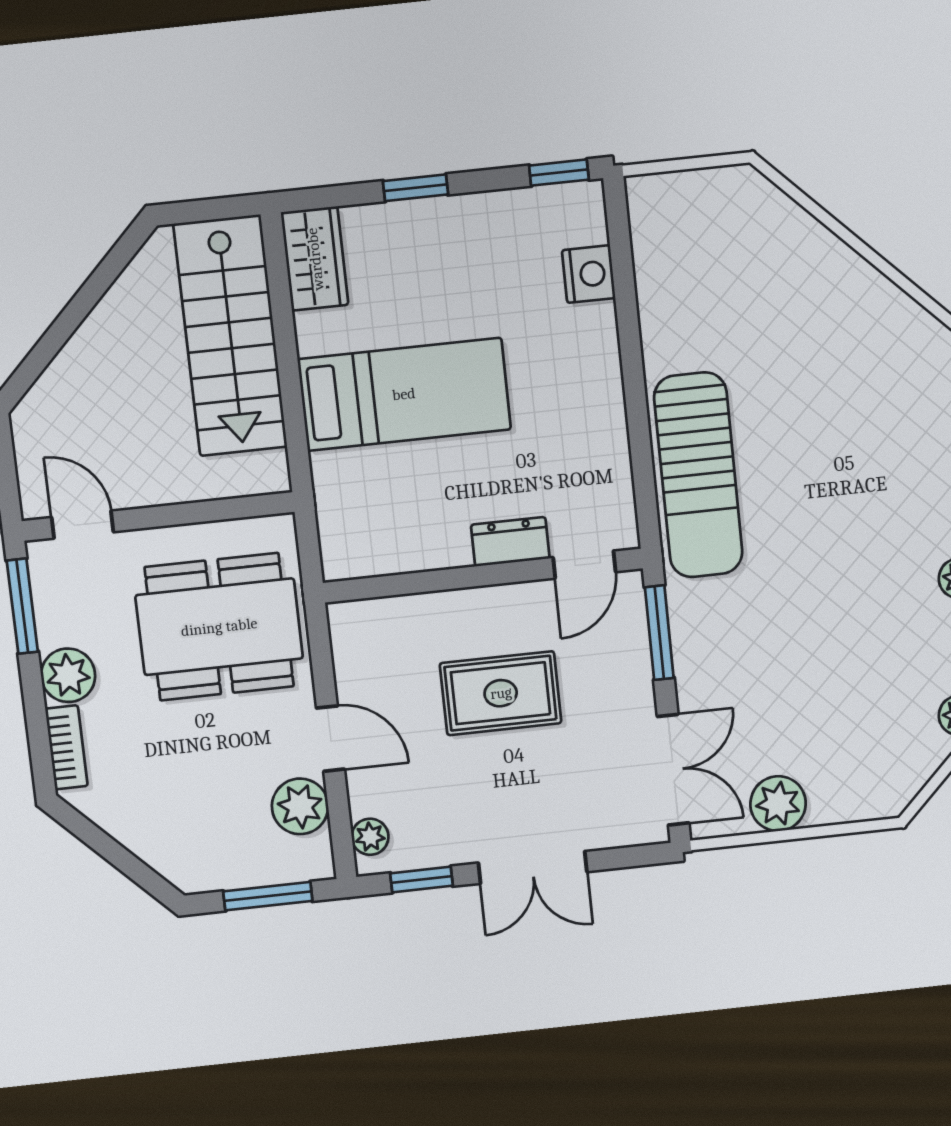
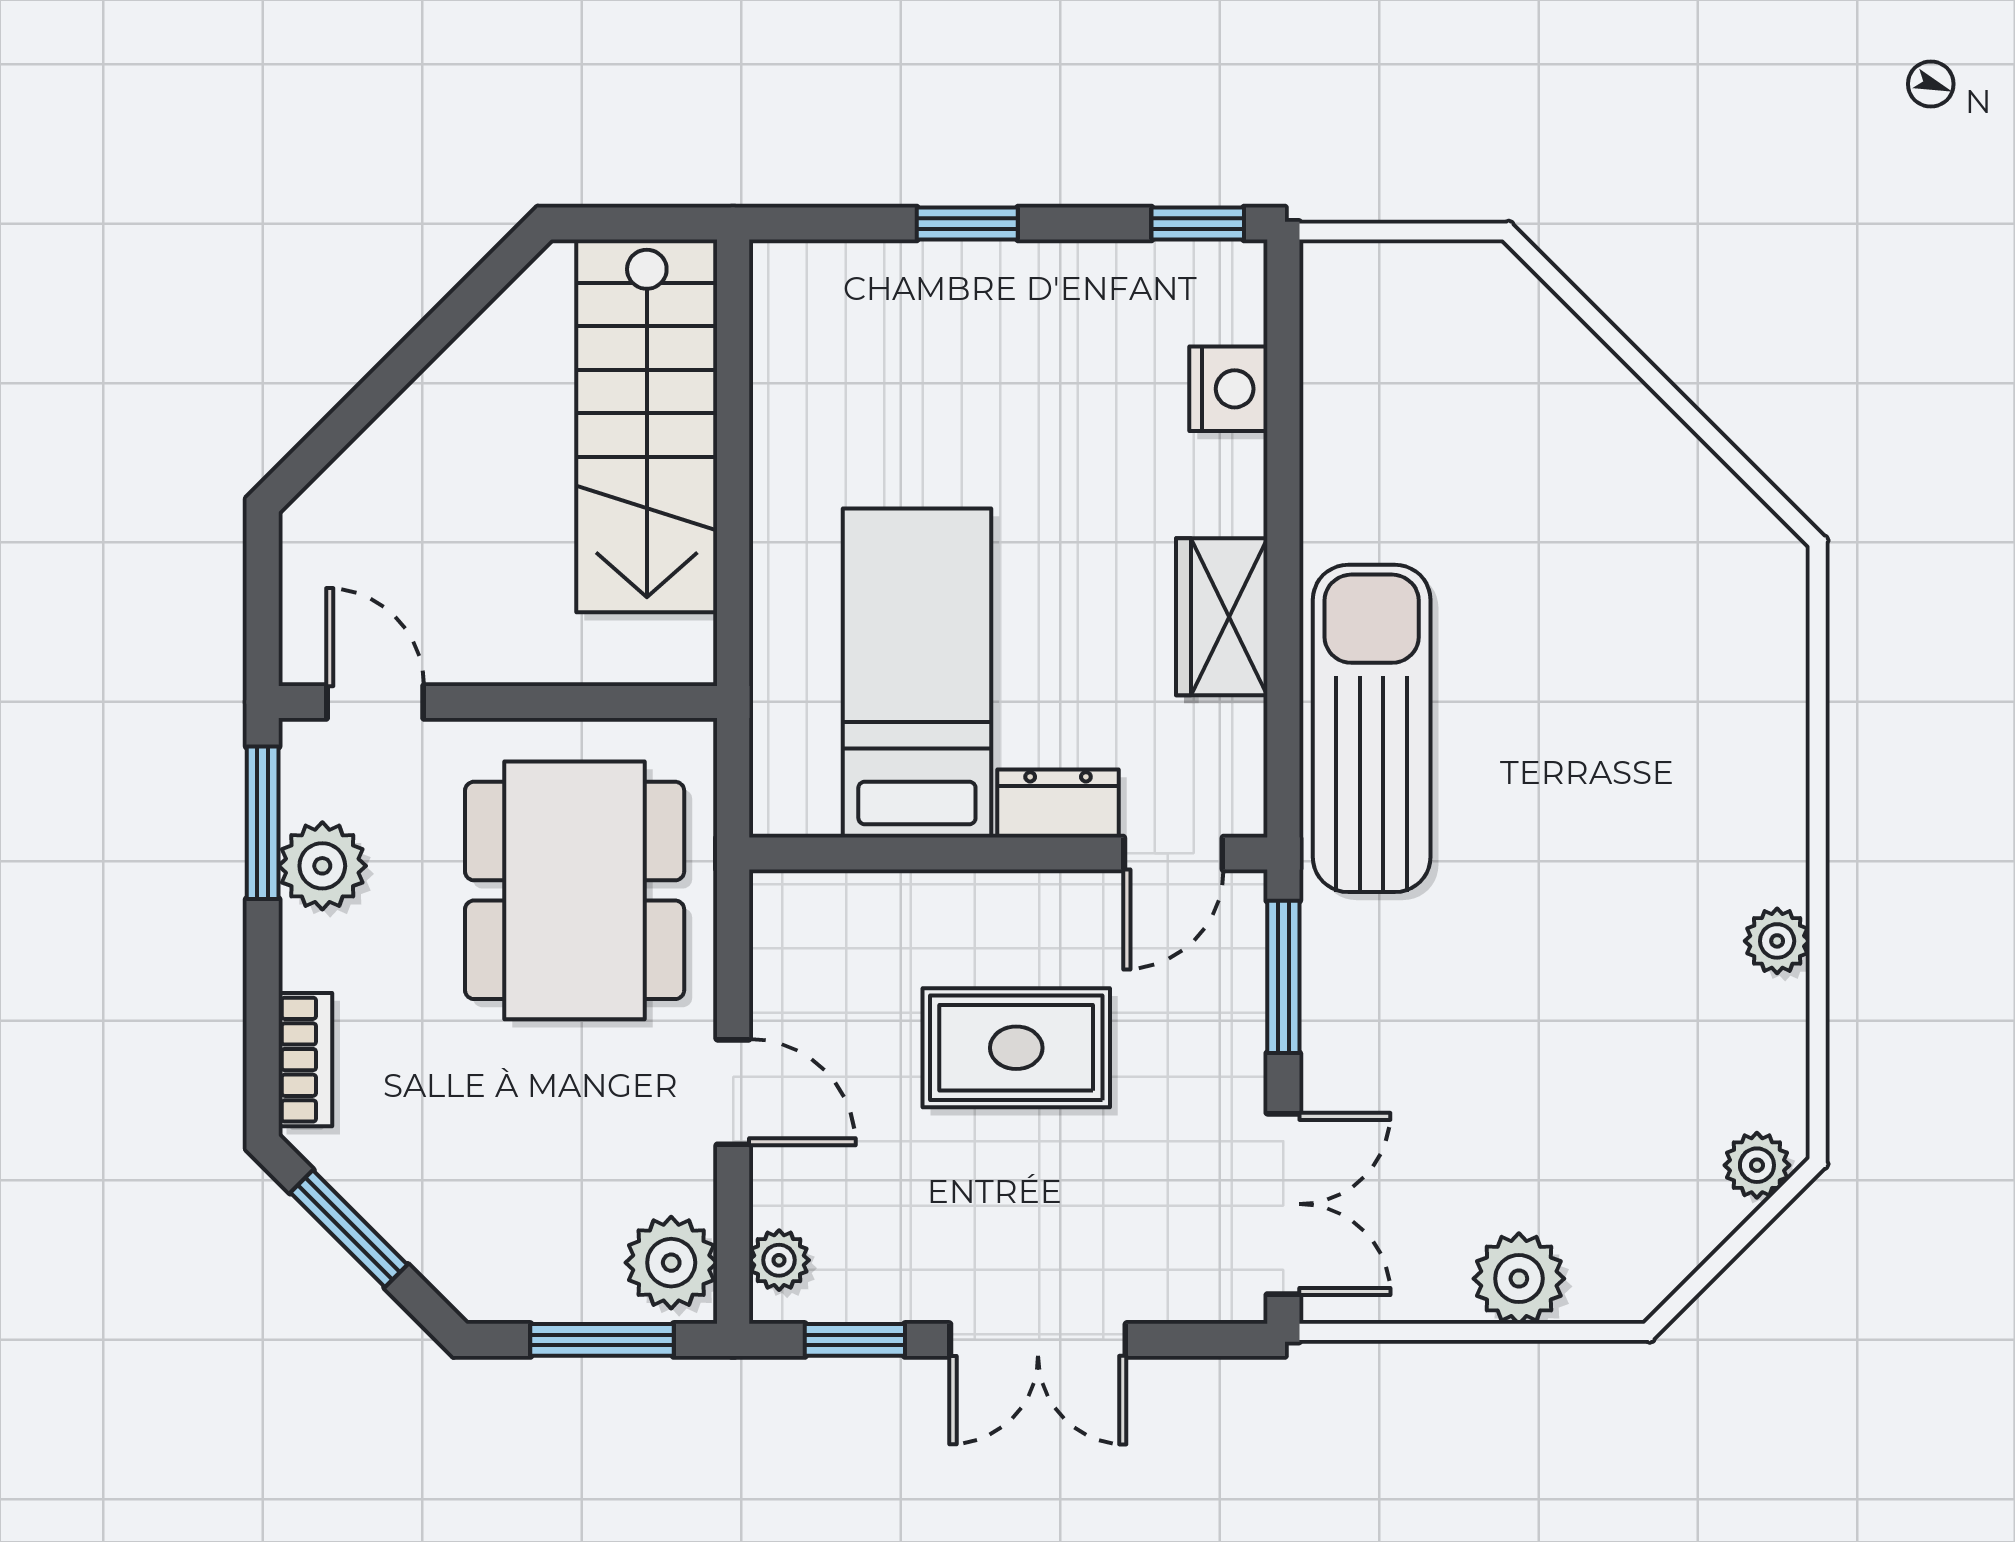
wardrobe: (315, 259) -> (1222, 617), moved, turned 180
bed: (404, 394) -> (917, 673), moved, turned -90
sun lounger: (698, 475) -> (1372, 728), turned 180
dining table: (219, 627) -> (575, 890), turned 90
plant: (68, 675) -> (322, 866), moved
plant: (778, 804) -> (1519, 1279), moved
plant: (300, 806) -> (671, 1263), moved
window: (106, 846) -> (349, 1229), added

